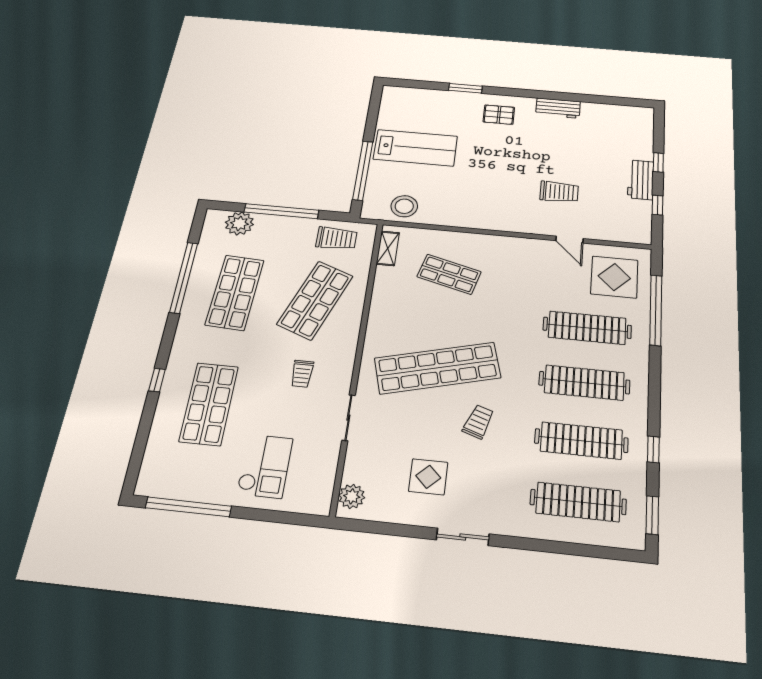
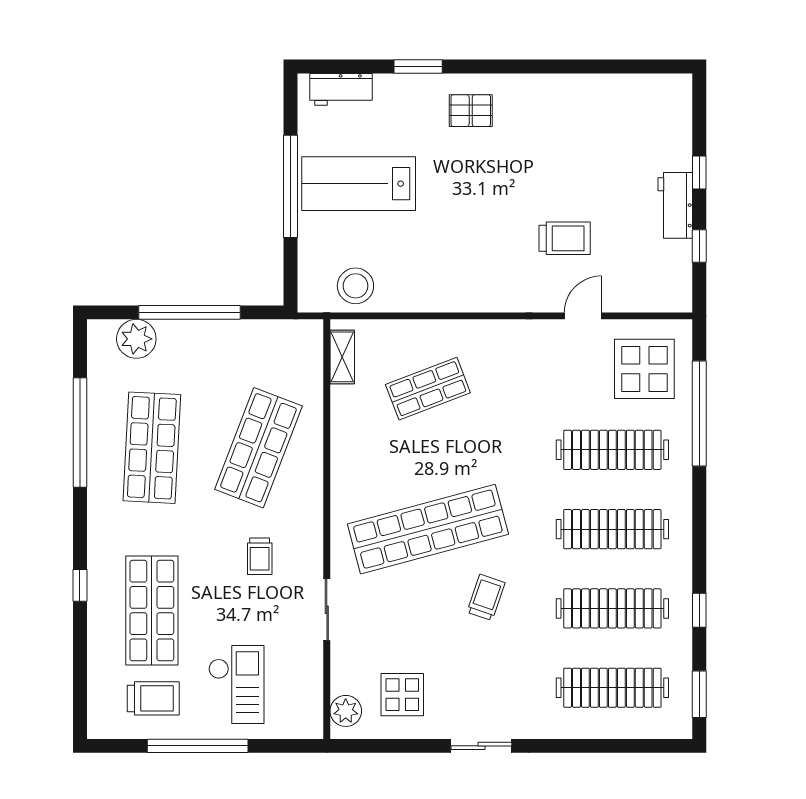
workbench: (558, 108) -> (341, 89), moved
lab bench: (415, 148) -> (359, 184), turned 180
window: (363, 171) -> (290, 186), moved
trolley: (336, 238) -> (153, 698), moved
door: (570, 240) -> (583, 316), swing flipped
shop shelf: (449, 274) -> (428, 389), turned -36
display table: (428, 477) -> (402, 695), moved
window: (188, 507) -> (198, 746), moved

